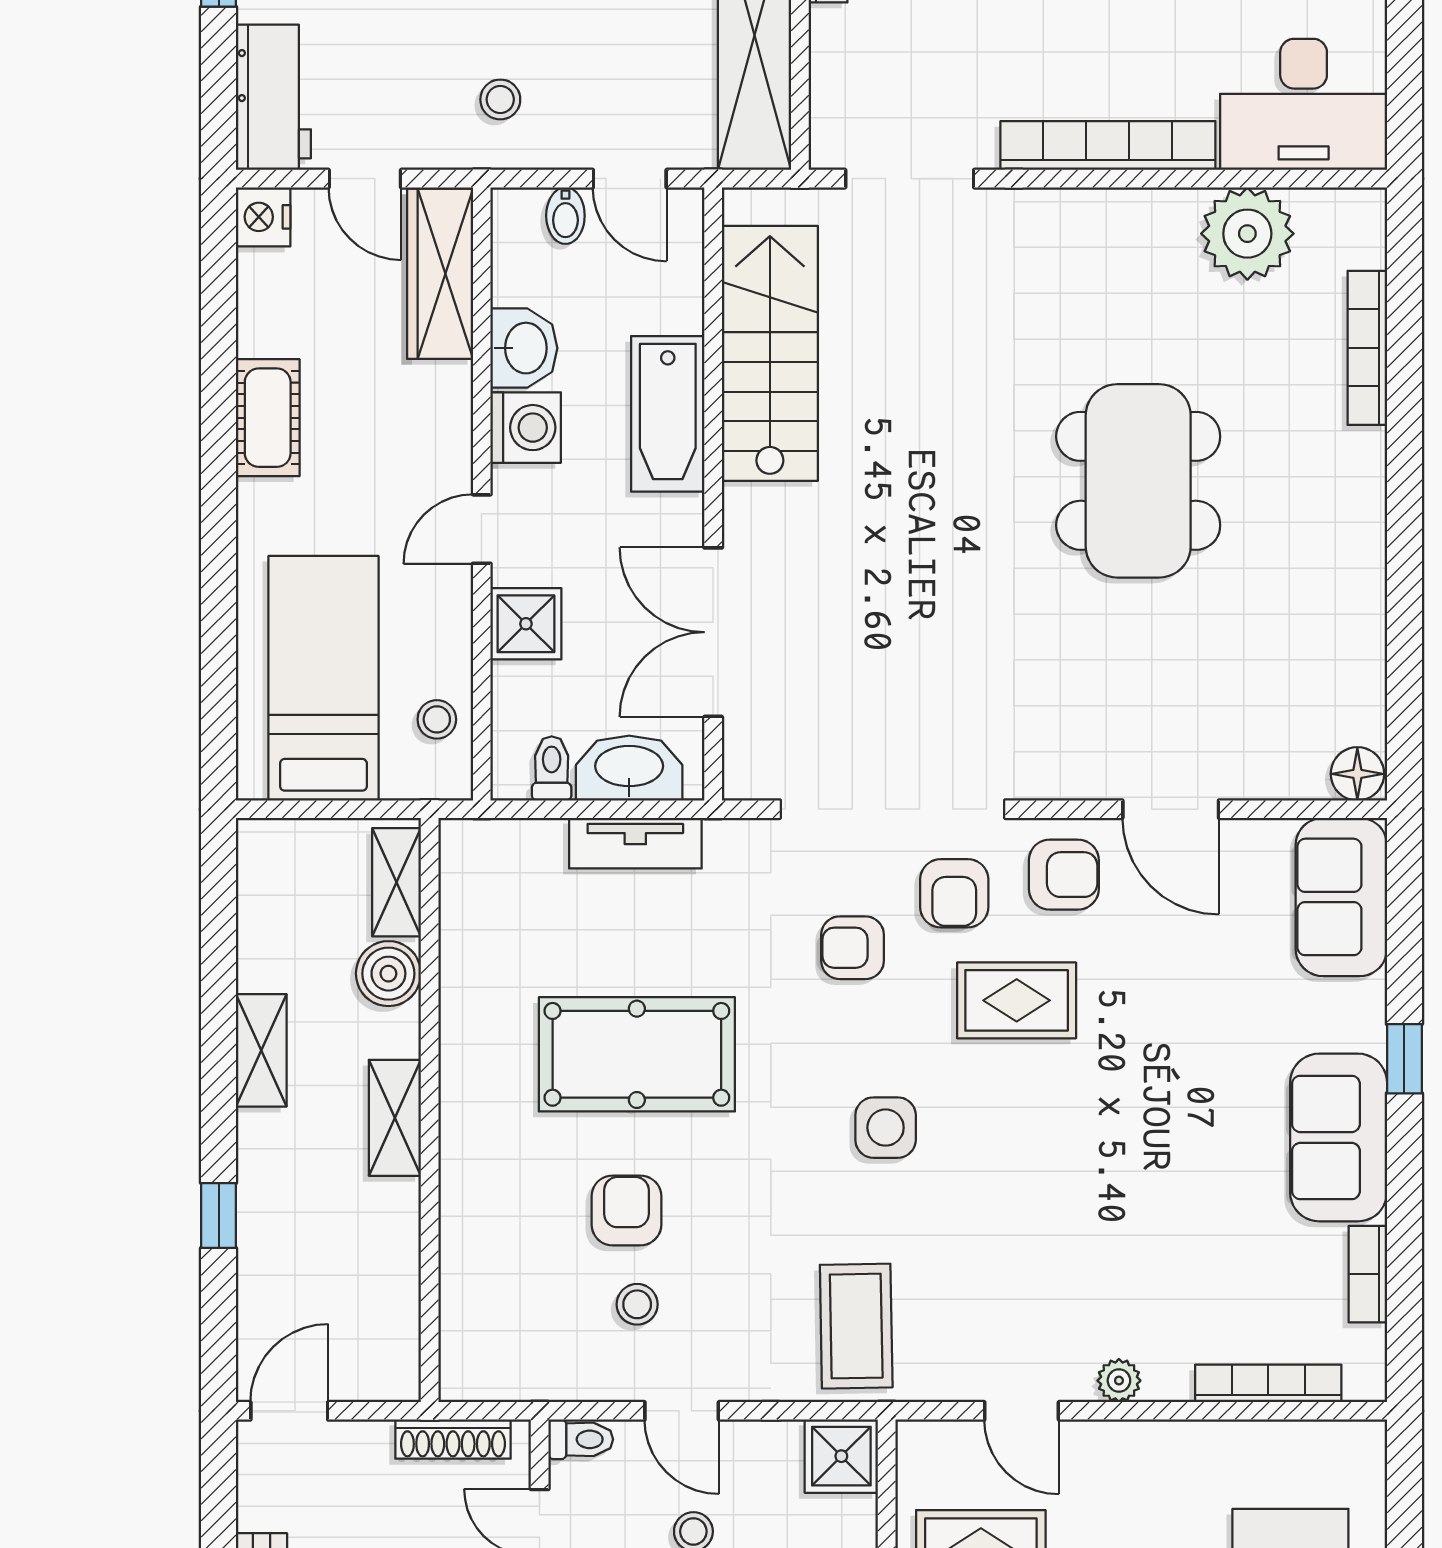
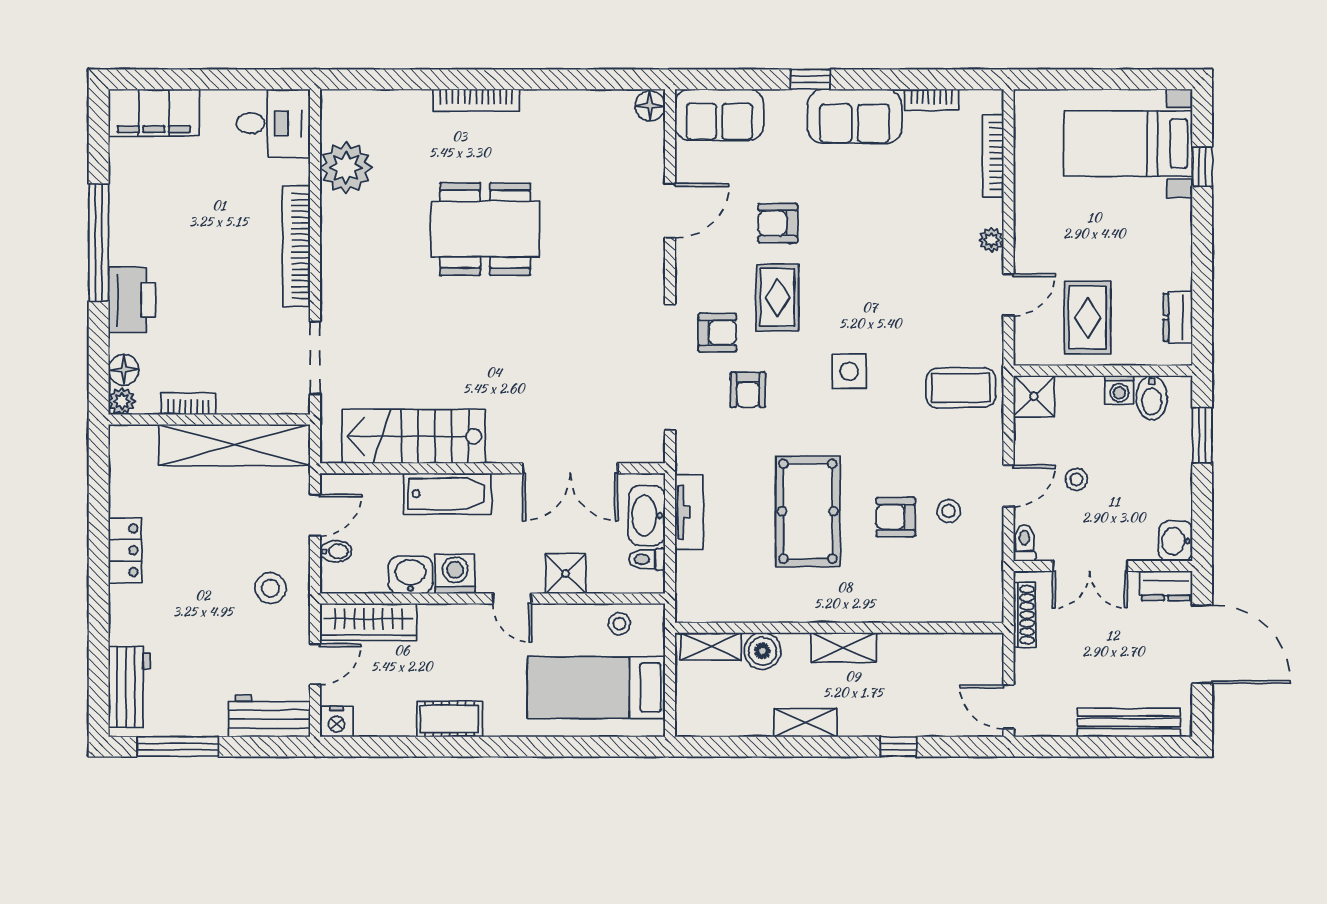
stool: (500, 99) -> (271, 588), width x1.37, depth x1.37
desk: (1304, 104) -> (273, 123), width x0.73
bookcase: (1367, 348) -> (476, 100), moved
armchair: (1064, 875) -> (778, 223), moved, turned -90

